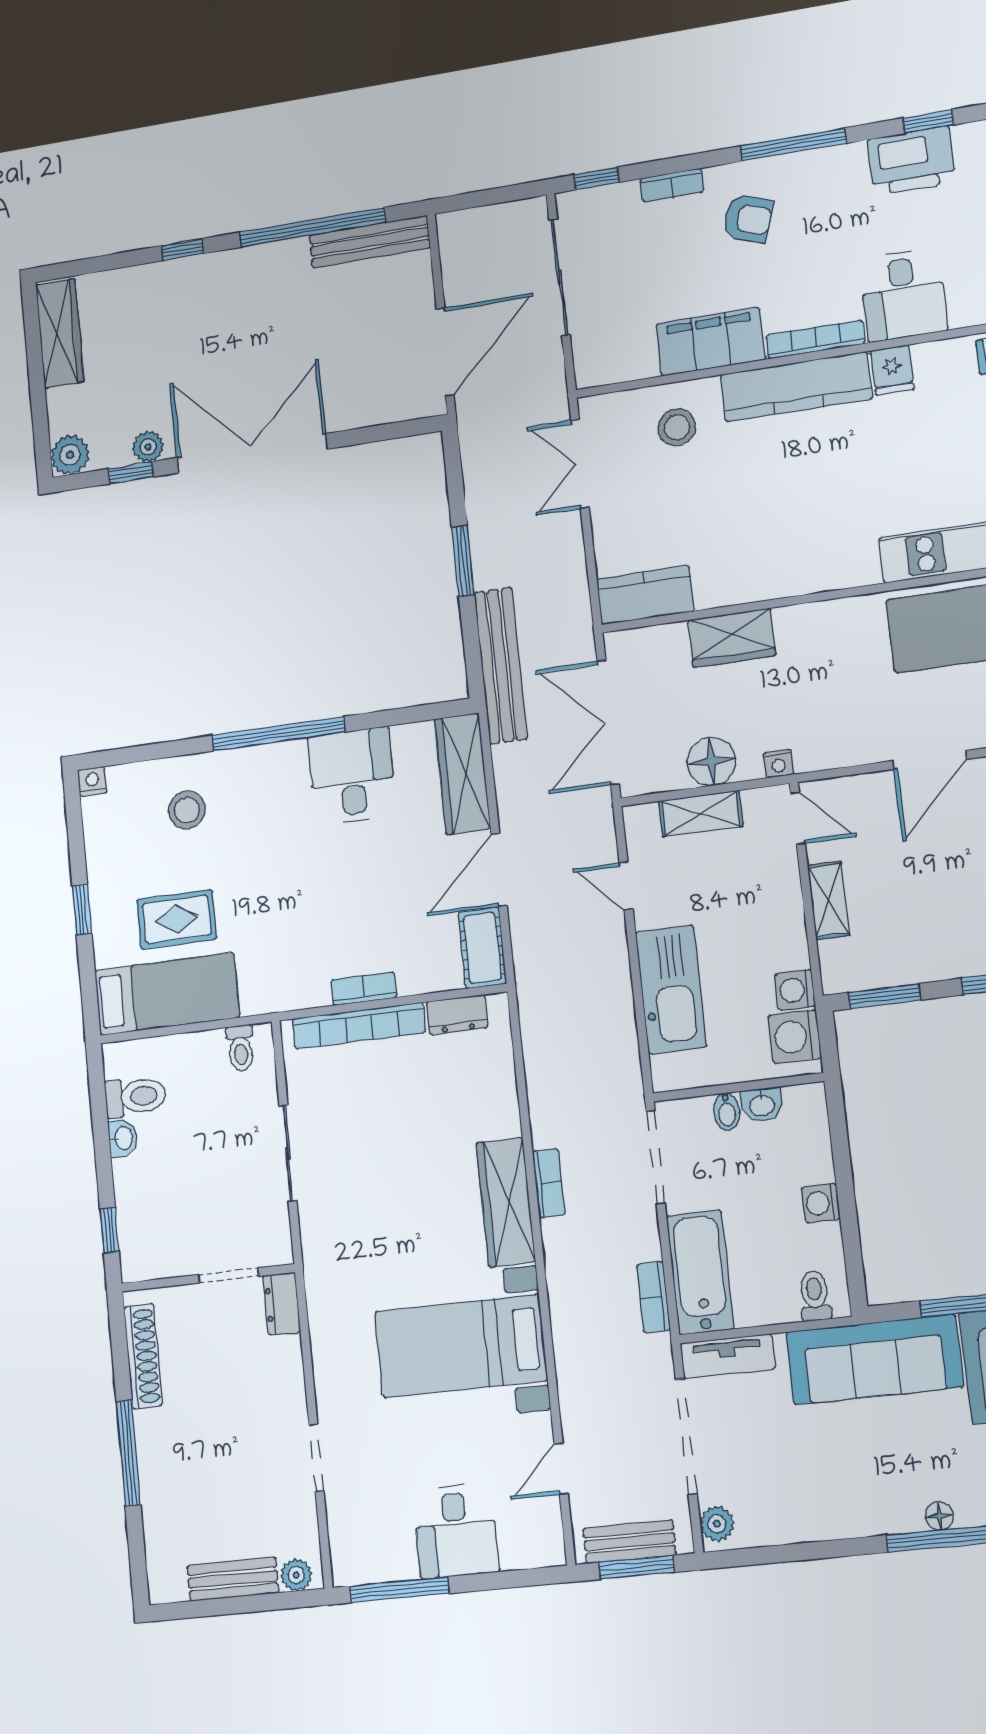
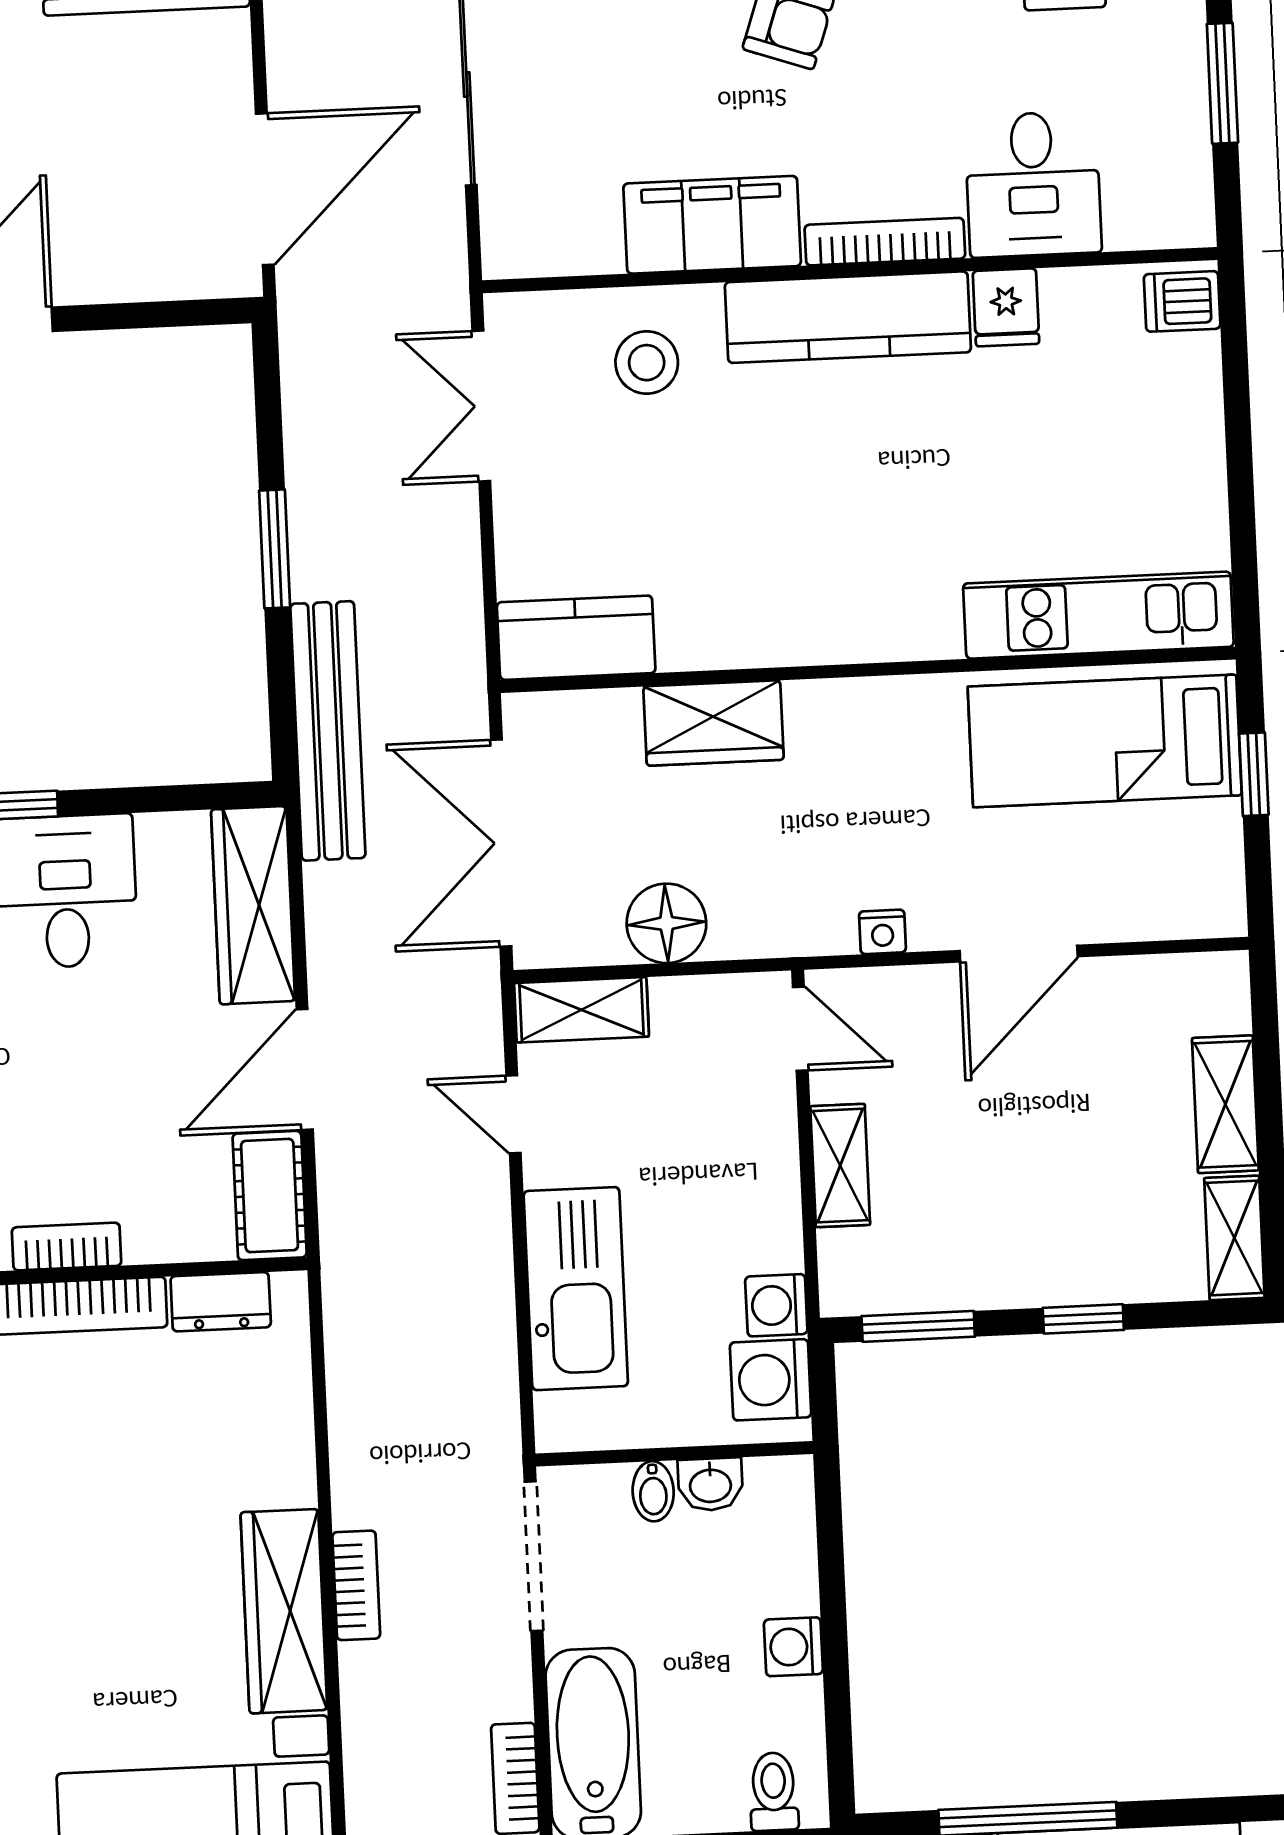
nightstand: (778, 763) -> (882, 932), moved
shelving: (701, 814) -> (581, 1010), moved

